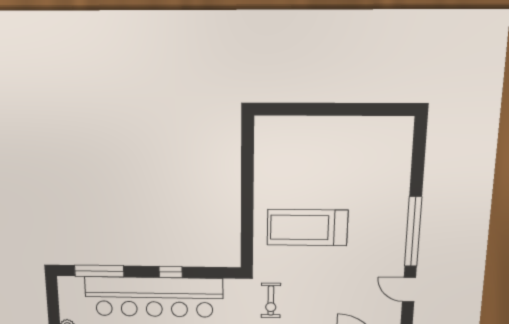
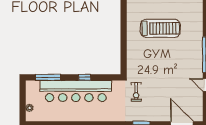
treadmill: (307, 228) -> (160, 28), moved, turned 180

